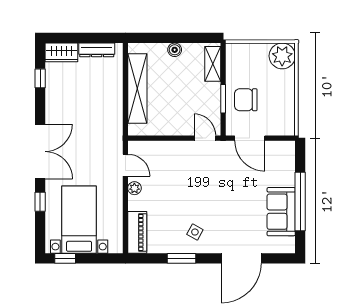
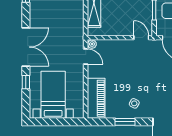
plant: (134, 188) -> (92, 44), moved
piano: (137, 232) -> (96, 98), width x1.37, depth x1.33
window: (65, 258) -> (43, 122), removed

